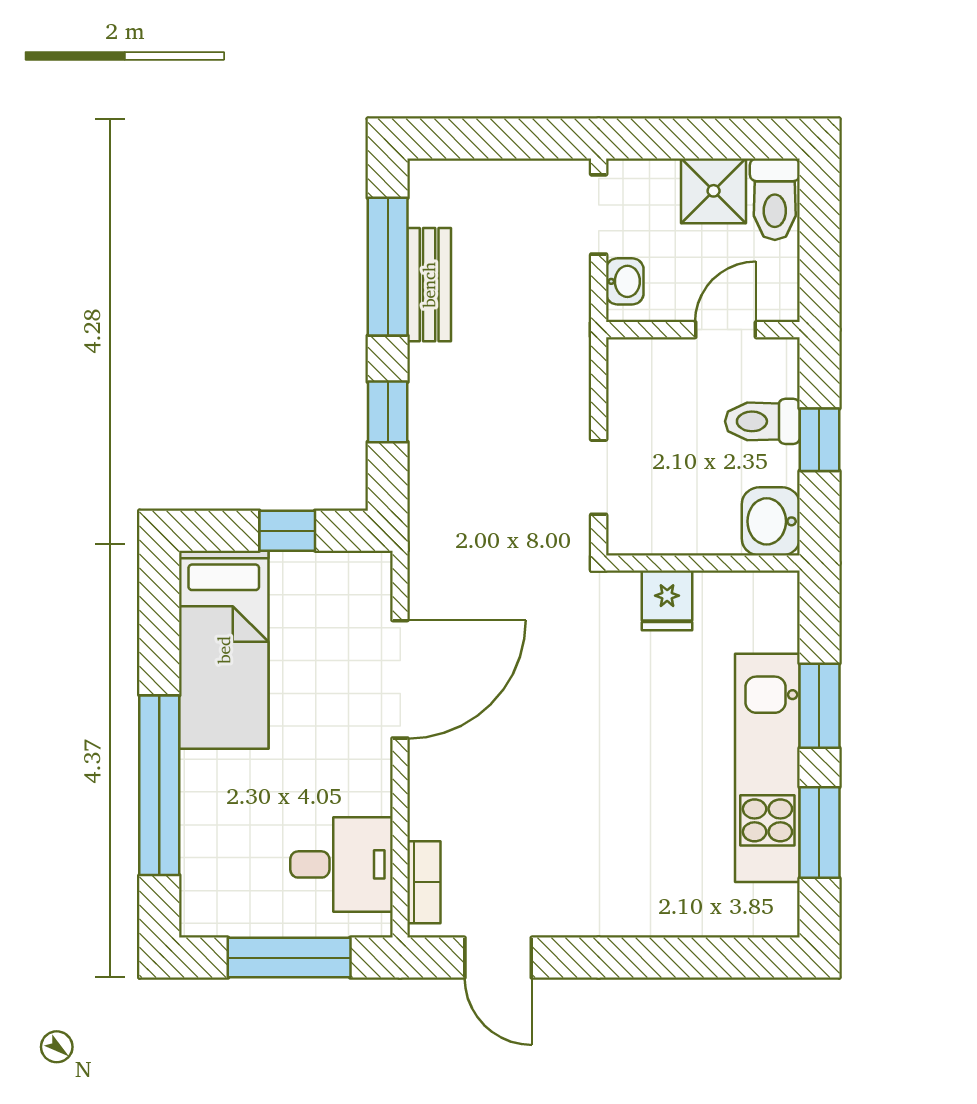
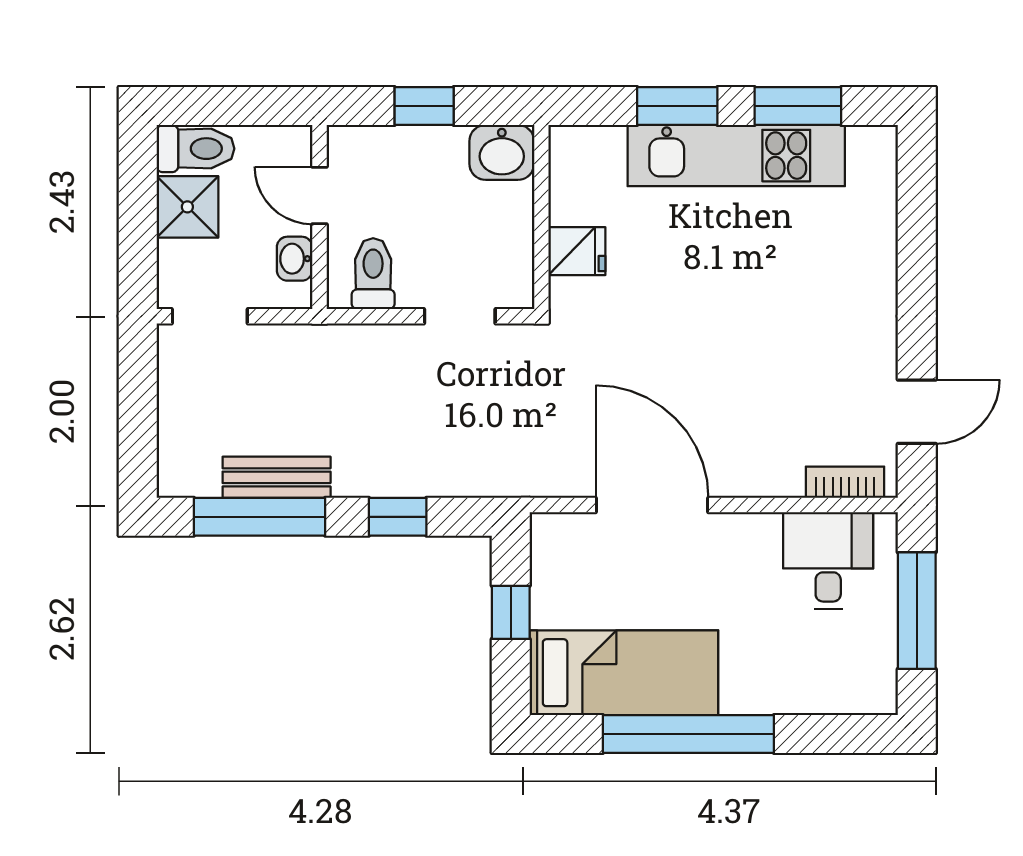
washbasin: (625, 281) -> (295, 259), moved, turned -90
toilet: (762, 421) -> (373, 274), moved, turned 180
window: (159, 785) -> (688, 734), moved

